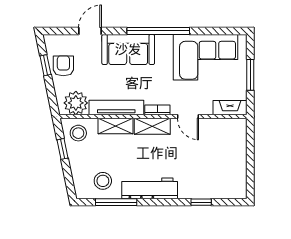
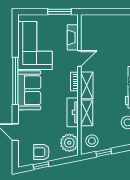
sofa: (128, 49) -> (29, 90), moved
window: (250, 75) -> (60, 12), moved
tv unit: (116, 107) -> (73, 112), width x0.71
fireplace: (230, 108) -> (73, 37), moved

